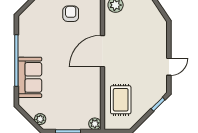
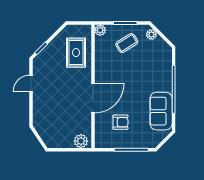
armchair: (71, 14) -> (120, 122), moved, turned -90
sofa: (30, 77) -> (161, 111), moved
coffee table: (66, 110) -> (127, 43), added

